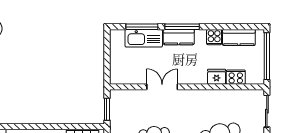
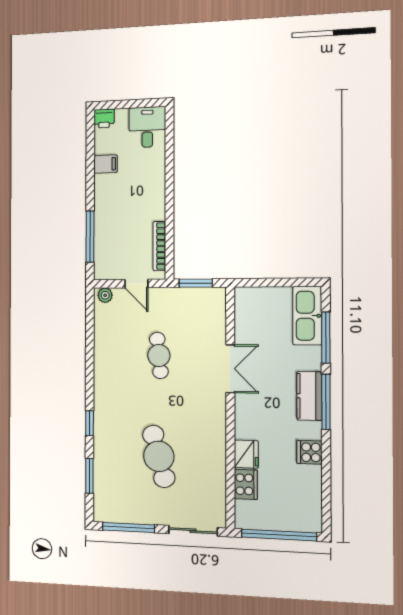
kitchen counter: (239, 37) -> (309, 492), removed
kitchen sink: (144, 38) -> (307, 316), moved

